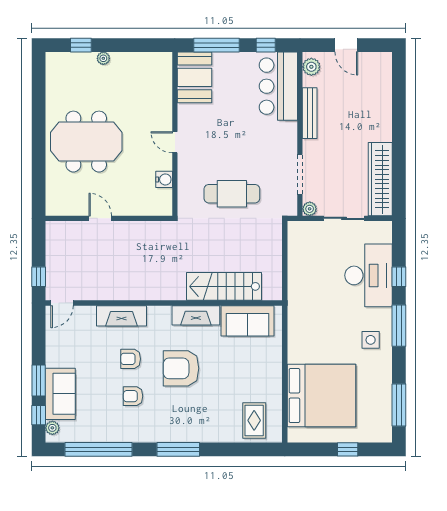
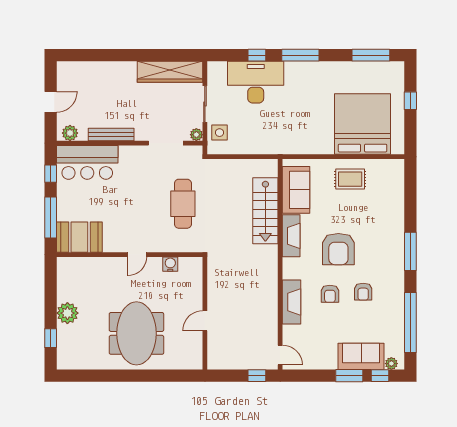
plant: (103, 58) -> (67, 313), width x1.88, depth x1.88
side table: (371, 340) -> (219, 133), moved
rug: (254, 420) -> (350, 179), moved

